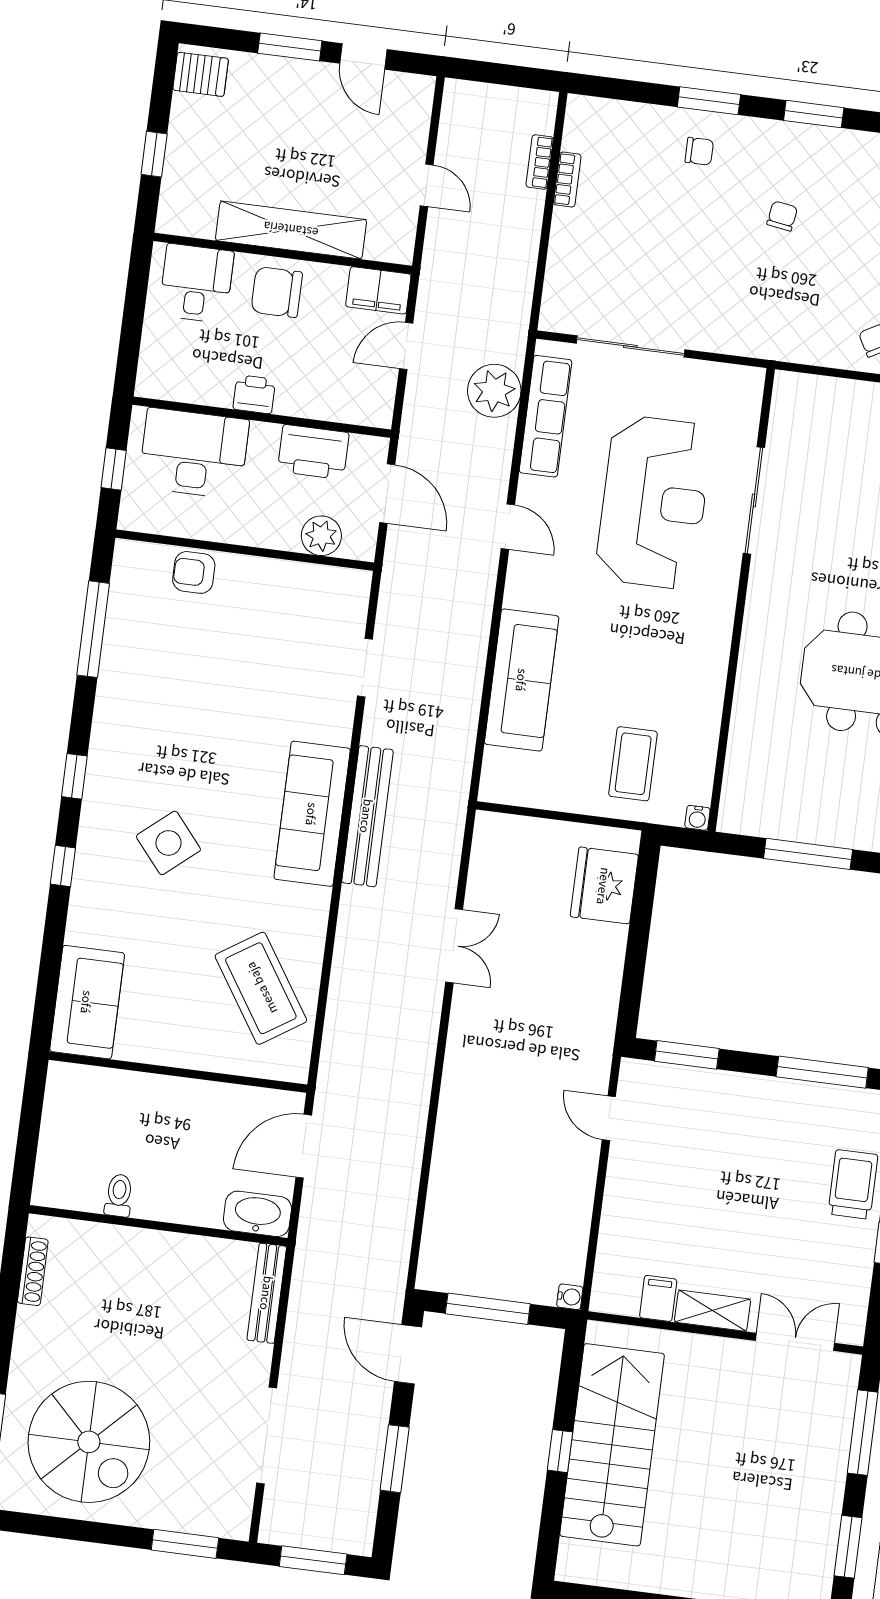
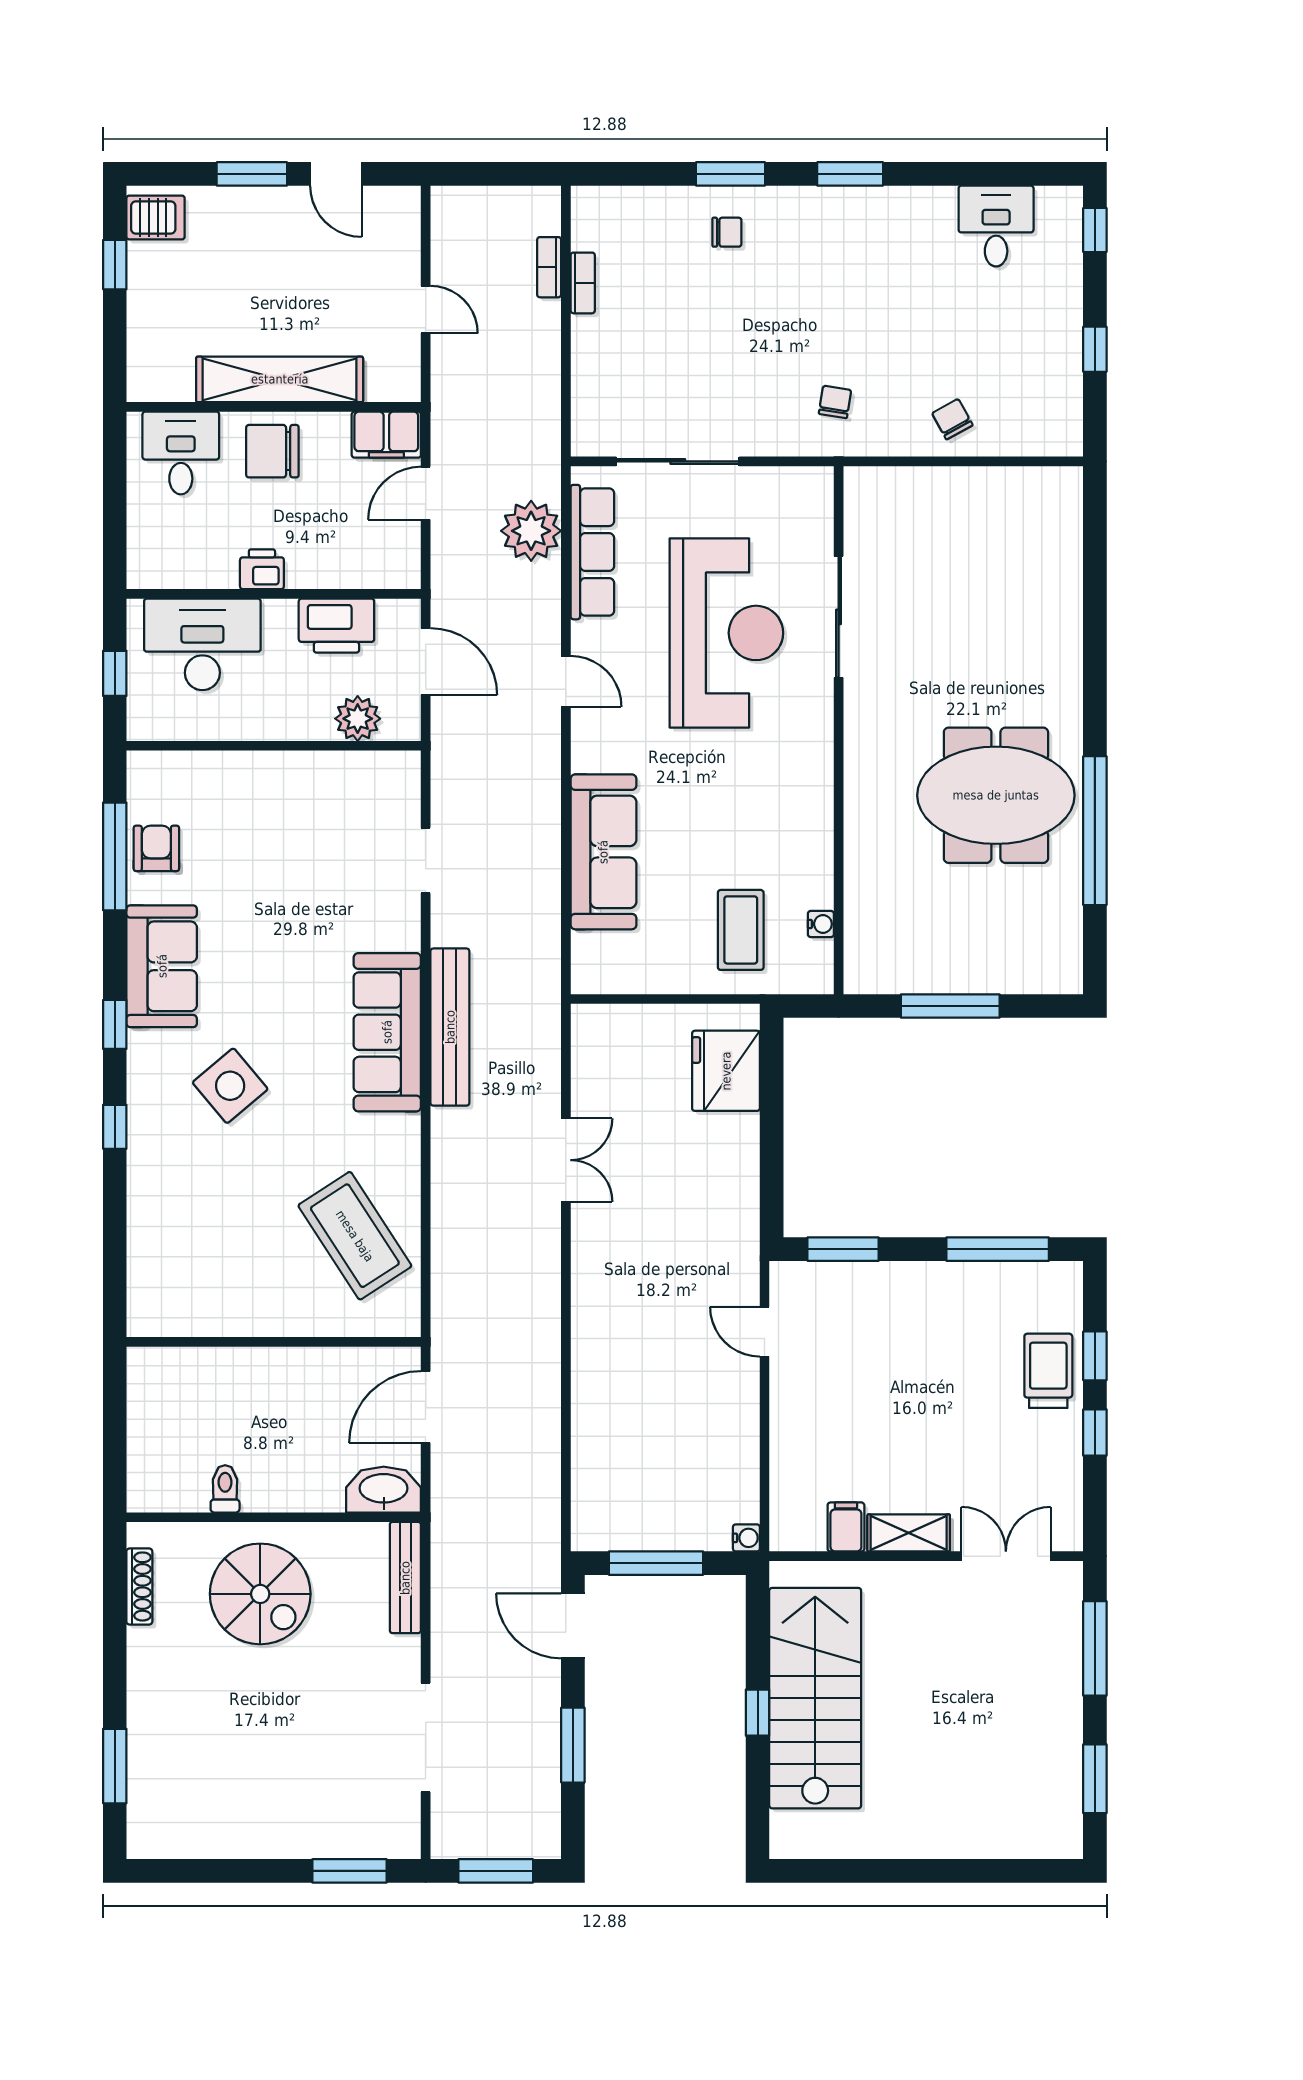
window: (154, 154) -> (115, 265), moved
chair: (782, 216) -> (835, 402), moved
armchair: (194, 572) -> (156, 848), moved, turned 90
water cooler: (697, 818) -> (821, 924), moved, turned -90
sofa: (87, 1002) -> (162, 966), moved
spiral stairs: (89, 1442) -> (260, 1594), moved, width x0.73, depth x0.73

